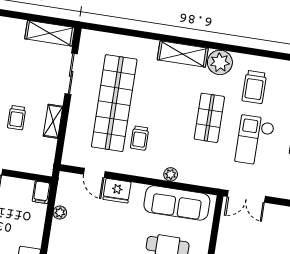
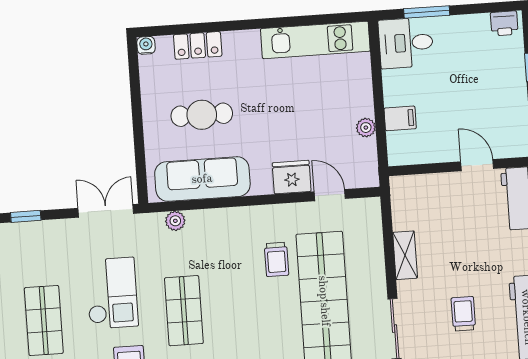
trolley: (17, 118) -> (463, 314), moved
trolley: (140, 138) -> (277, 259), turned 180
plant: (171, 174) -> (175, 221), moved
filing cabinet: (41, 192) -> (400, 118), moved, turned 90

